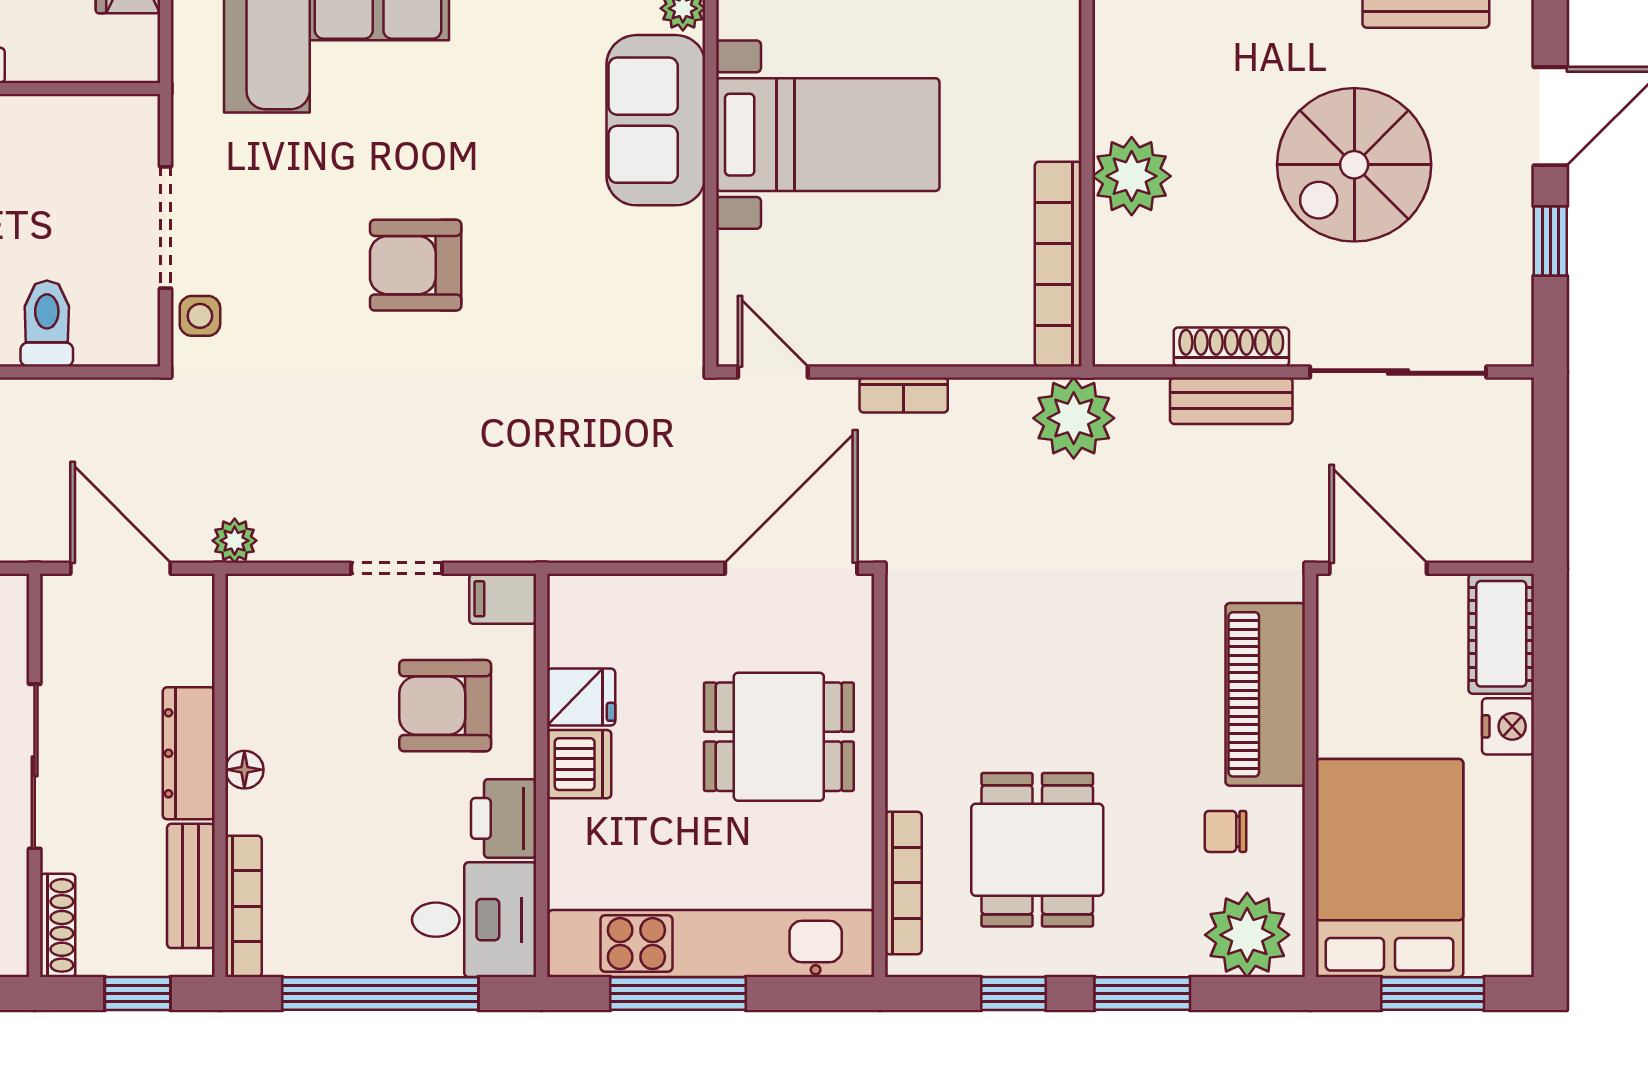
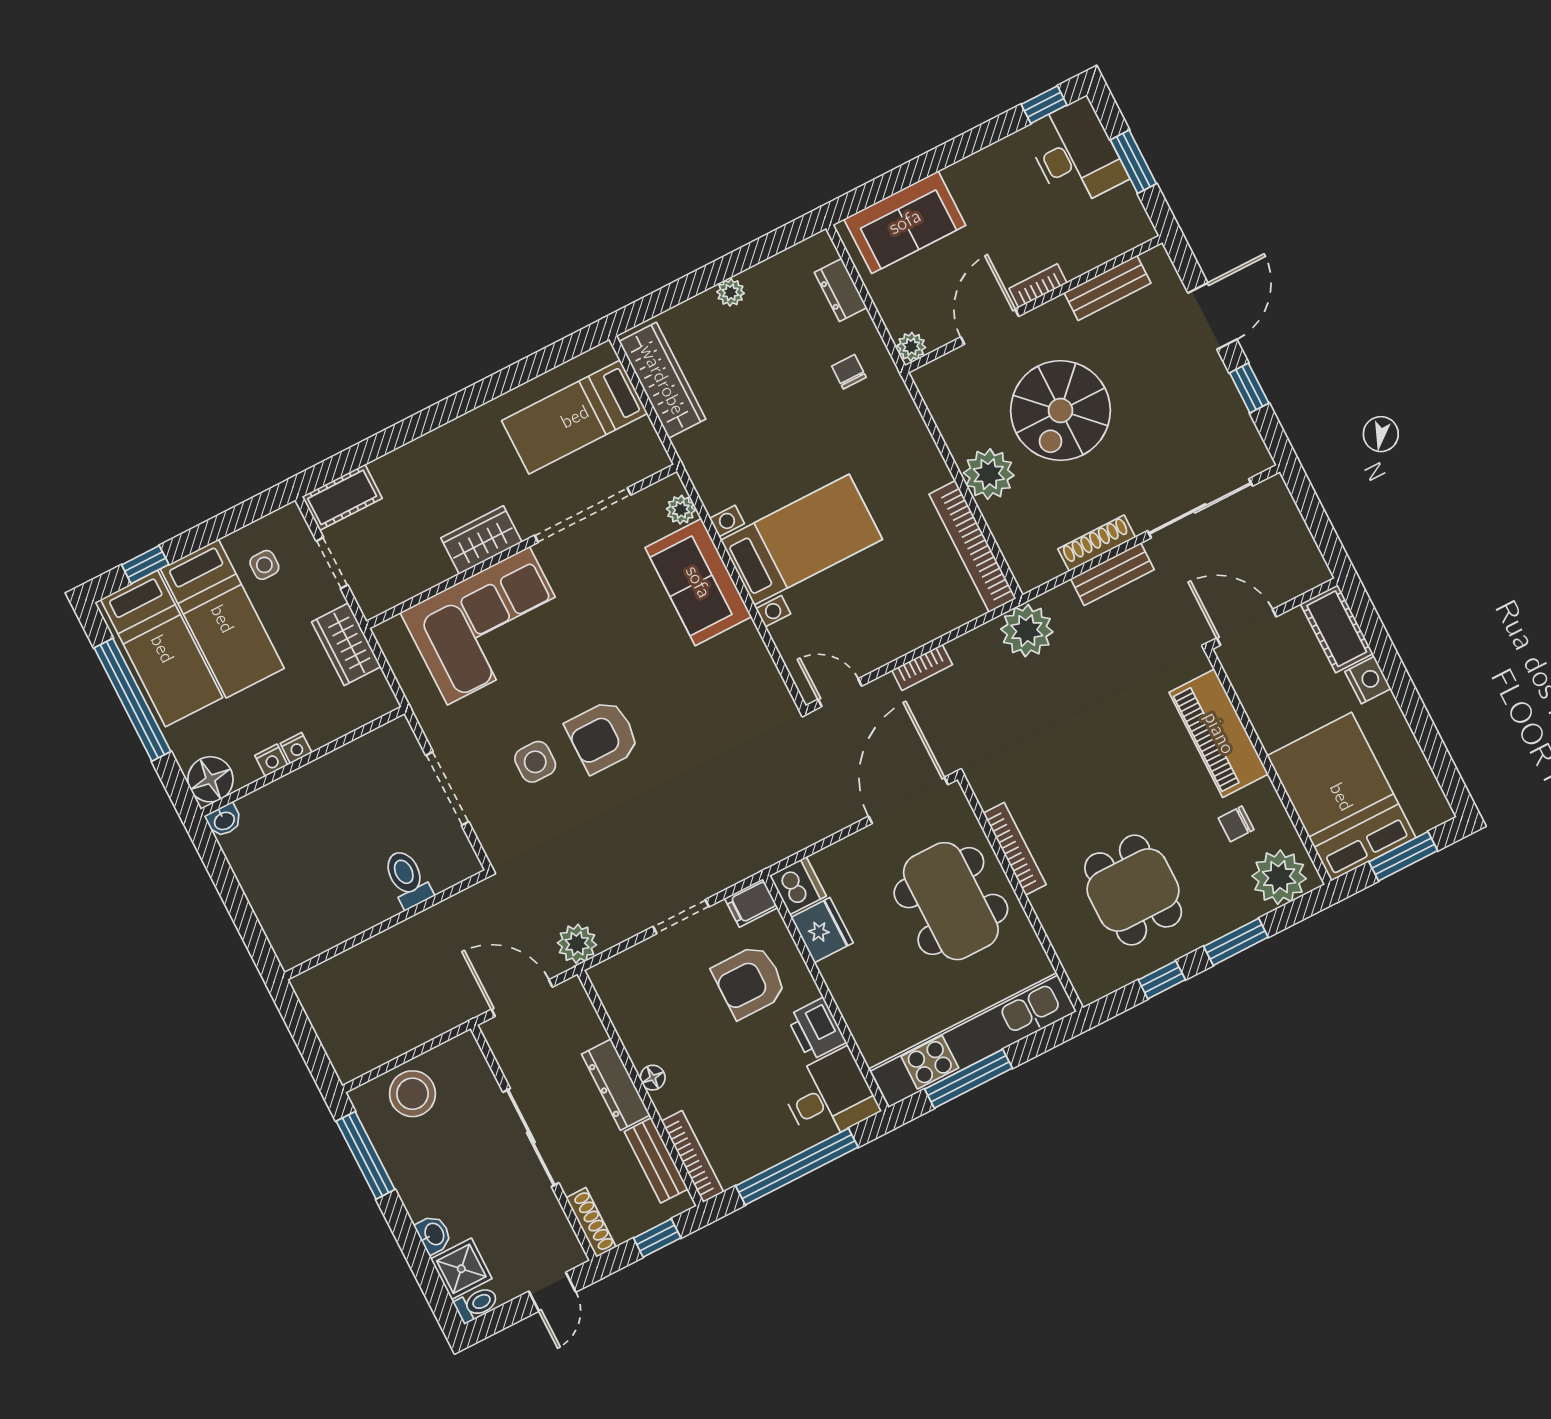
spiral stairs: (1354, 165) -> (1060, 410), moved
side table: (200, 316) -> (535, 762), moved, width x1.37, depth x1.37
plant: (235, 541) -> (577, 944), width x1.38, depth x1.38
fridge: (581, 697) -> (822, 930), width x1.38
dining table: (779, 737) -> (951, 901), width x1.38
dishwasher: (579, 764) -> (798, 886), moved
bookcase: (903, 883) -> (1015, 849), moved

